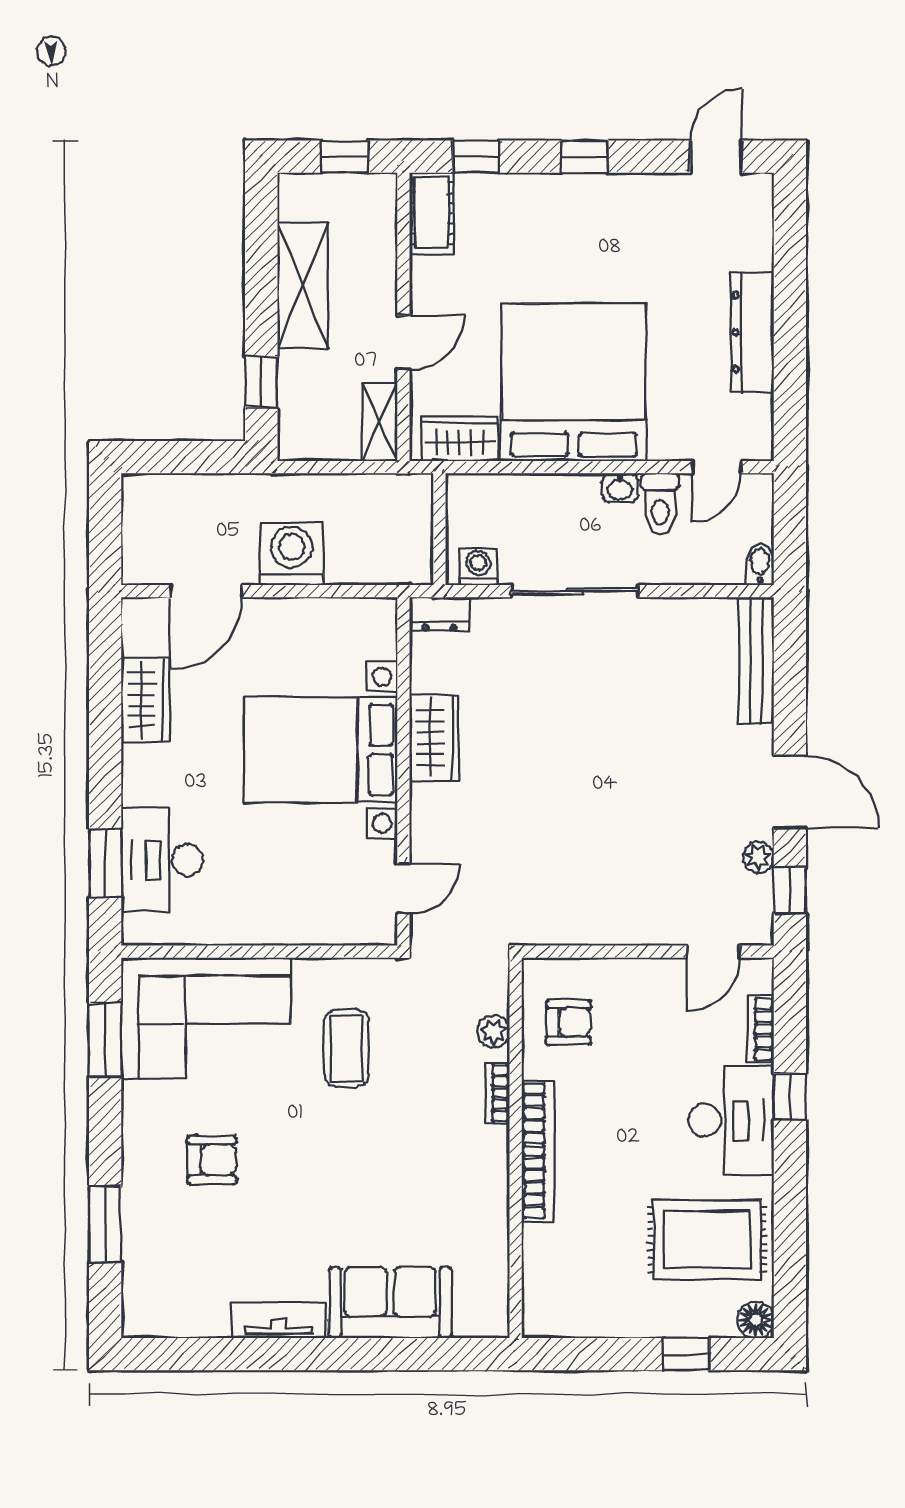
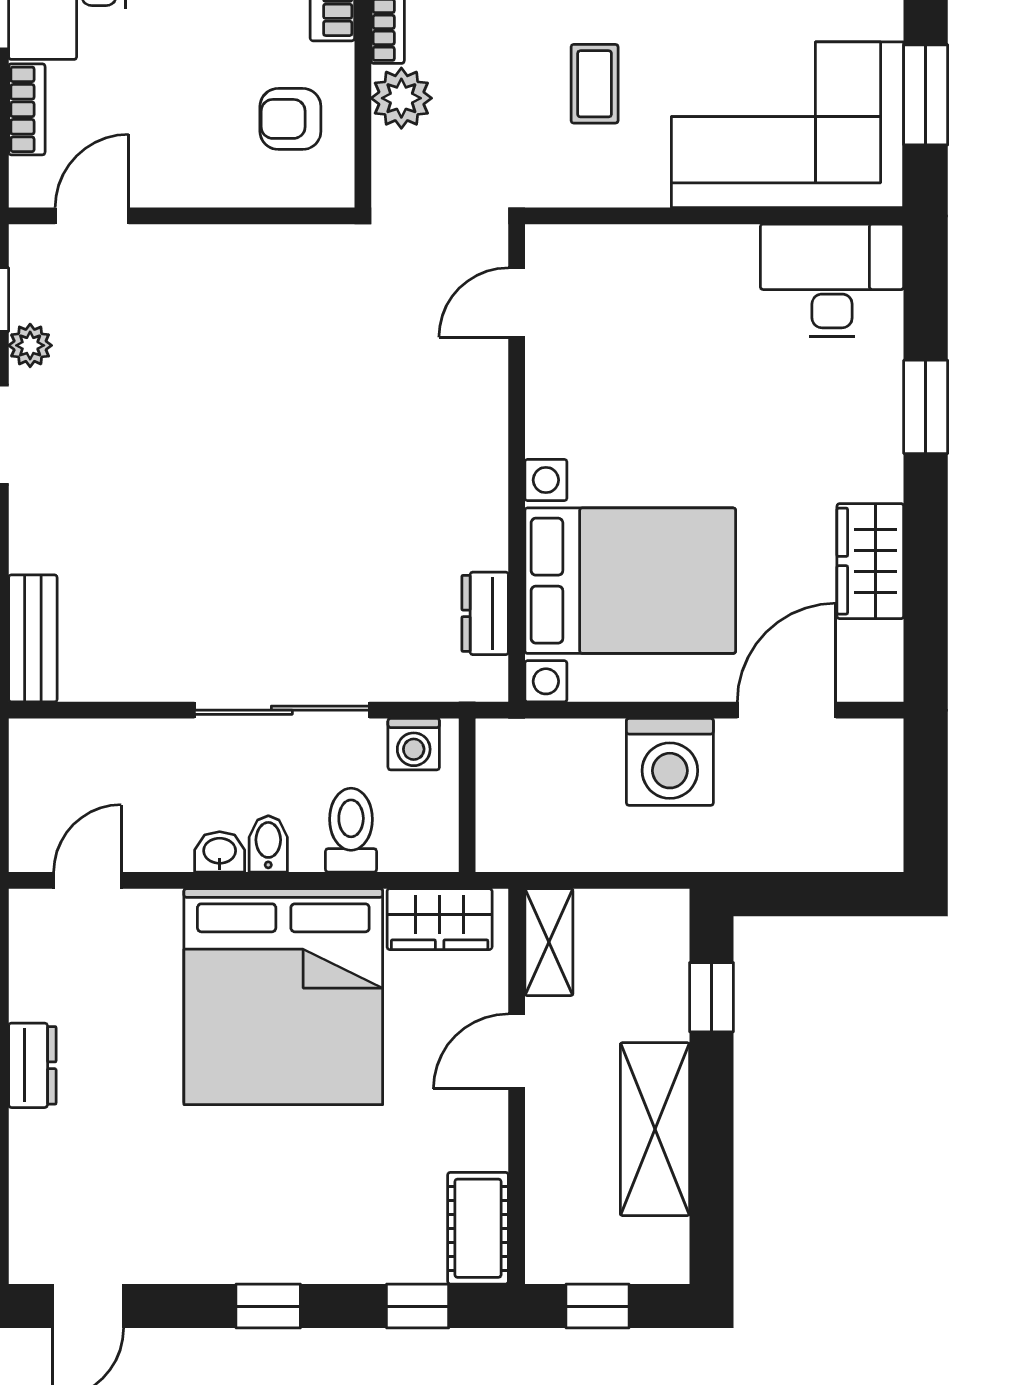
dresser: (752, 332) -> (32, 1065), width x0.51, depth x0.80
toilet: (660, 504) -> (351, 830), moved
bidet: (760, 565) -> (268, 844), moved, turned 180
dresser: (440, 614) -> (485, 613), moved, turned -90
bench: (756, 660) -> (33, 638), width x0.73
wardrobe: (434, 738) -> (474, 509), removed
bed with nightstands: (321, 750) -> (630, 581), moved
desk: (162, 860) -> (832, 280), moved, turned -90
window: (105, 863) -> (926, 407), moved
plant: (493, 1031) -> (401, 98), width x1.38, depth x1.38
coffee table: (347, 1048) -> (595, 84), width x0.73, depth x0.77

